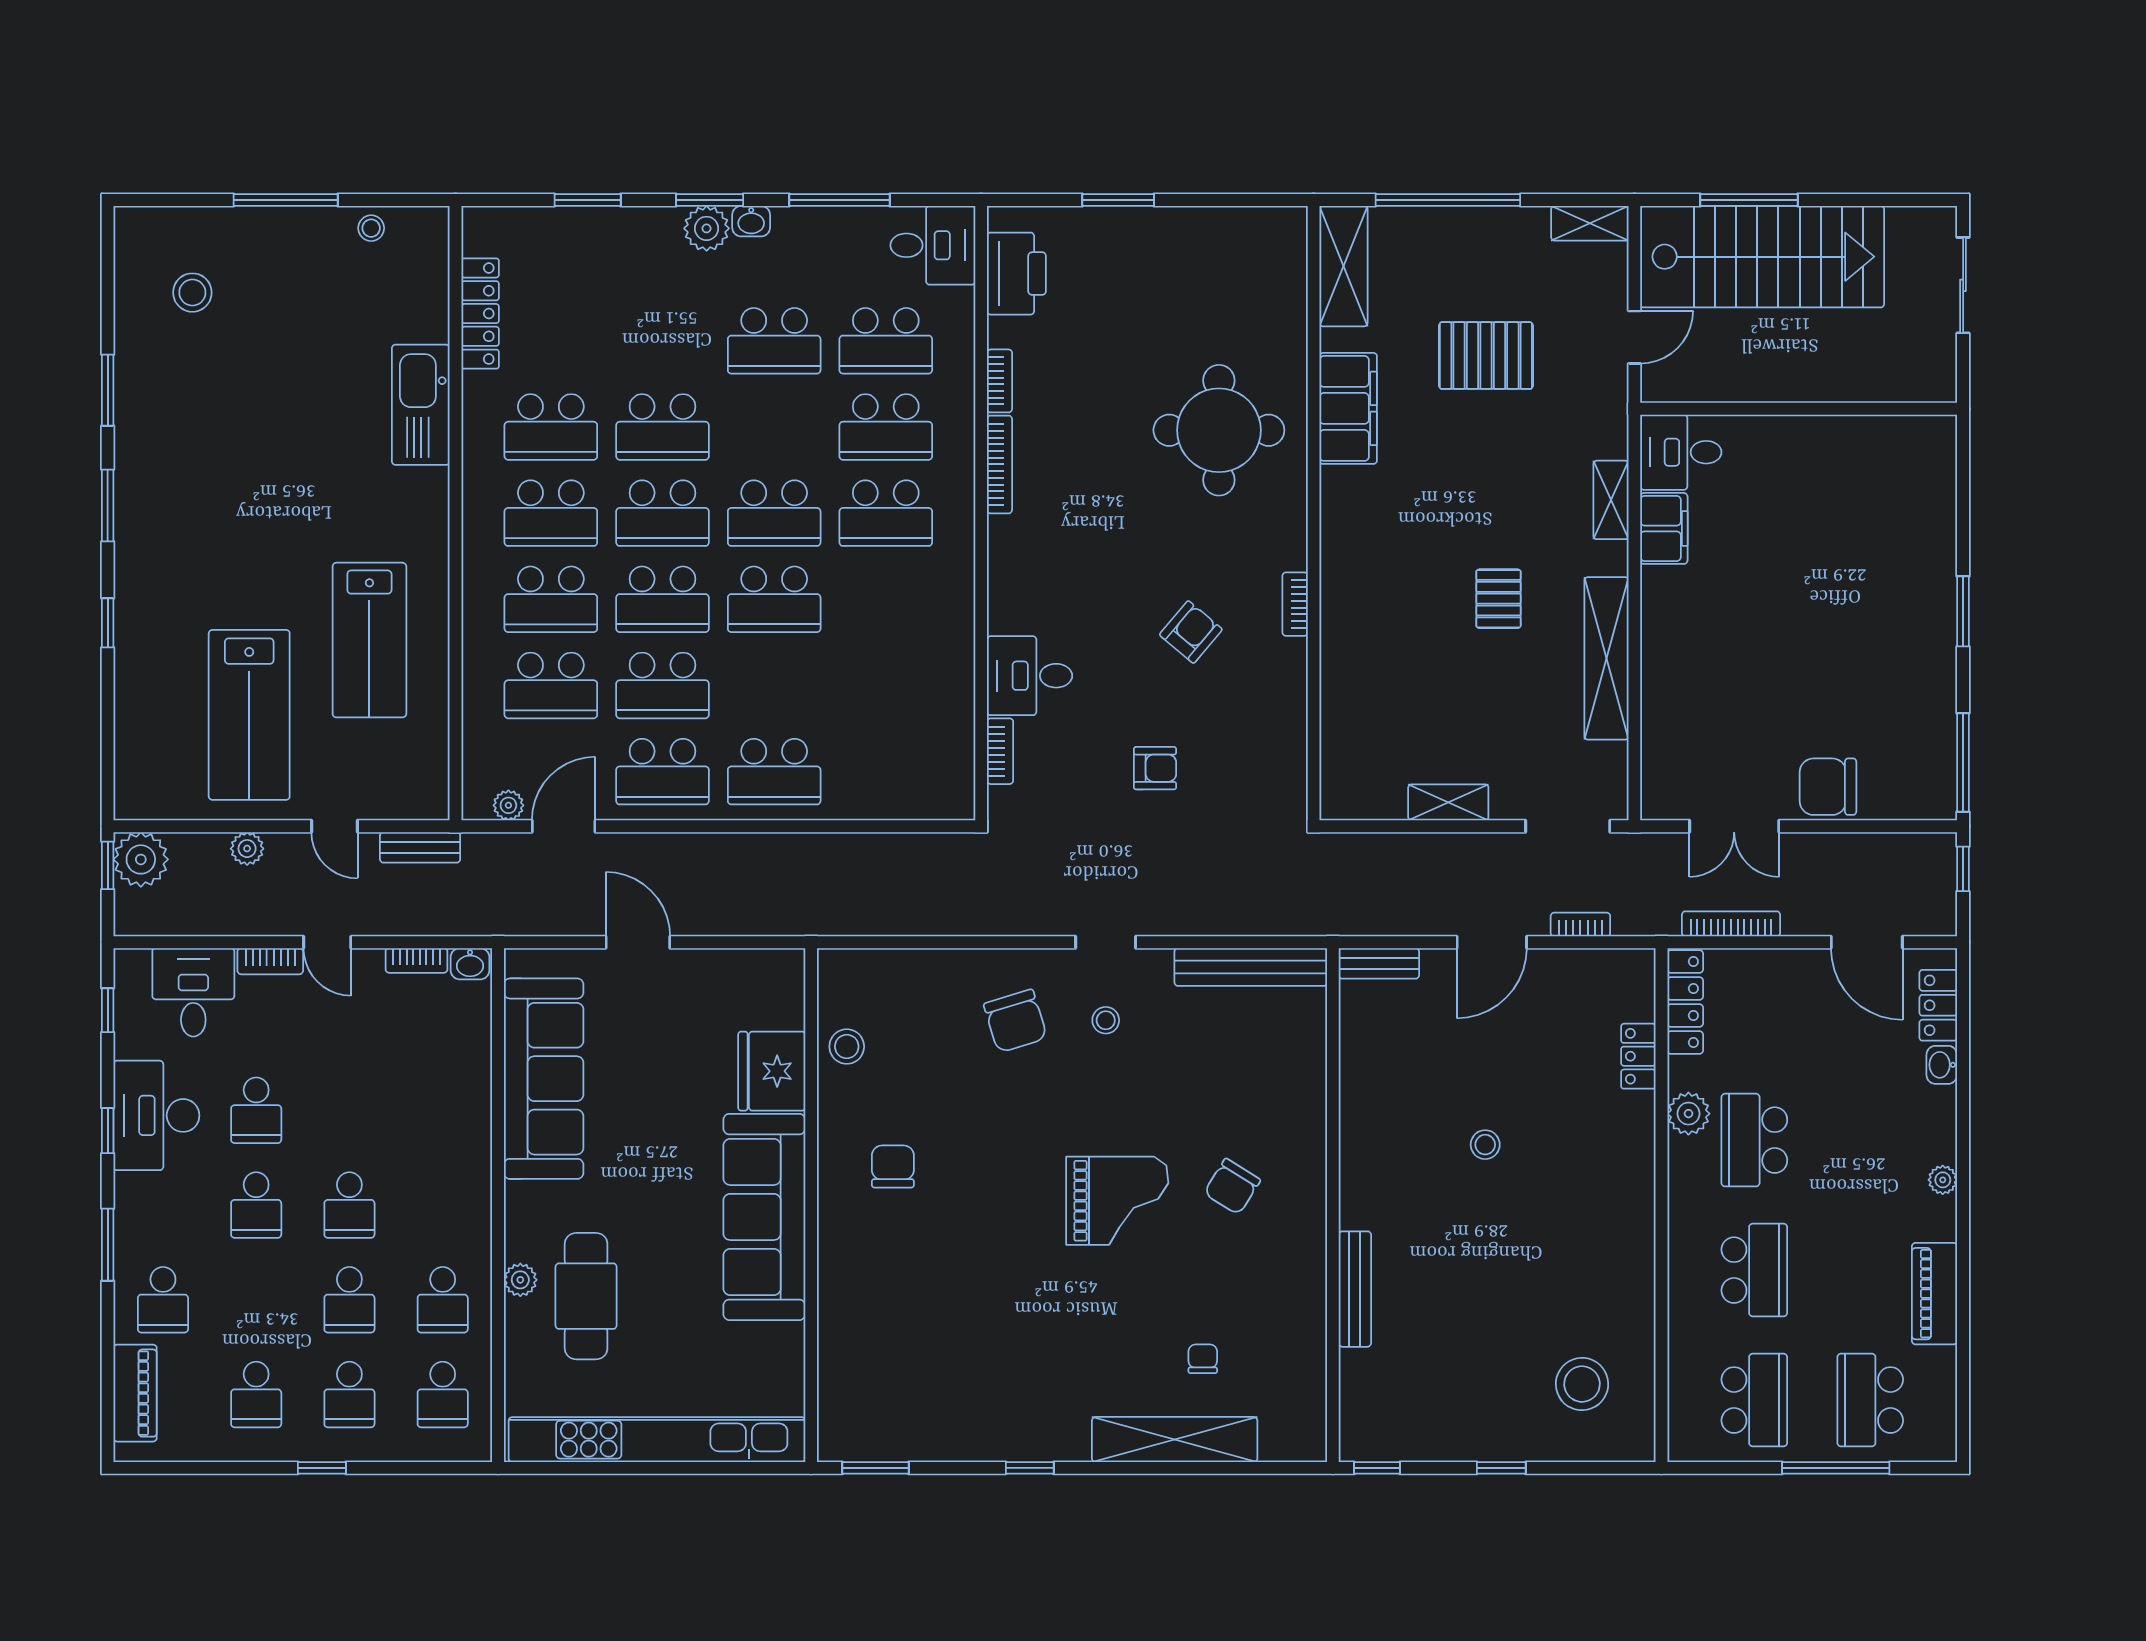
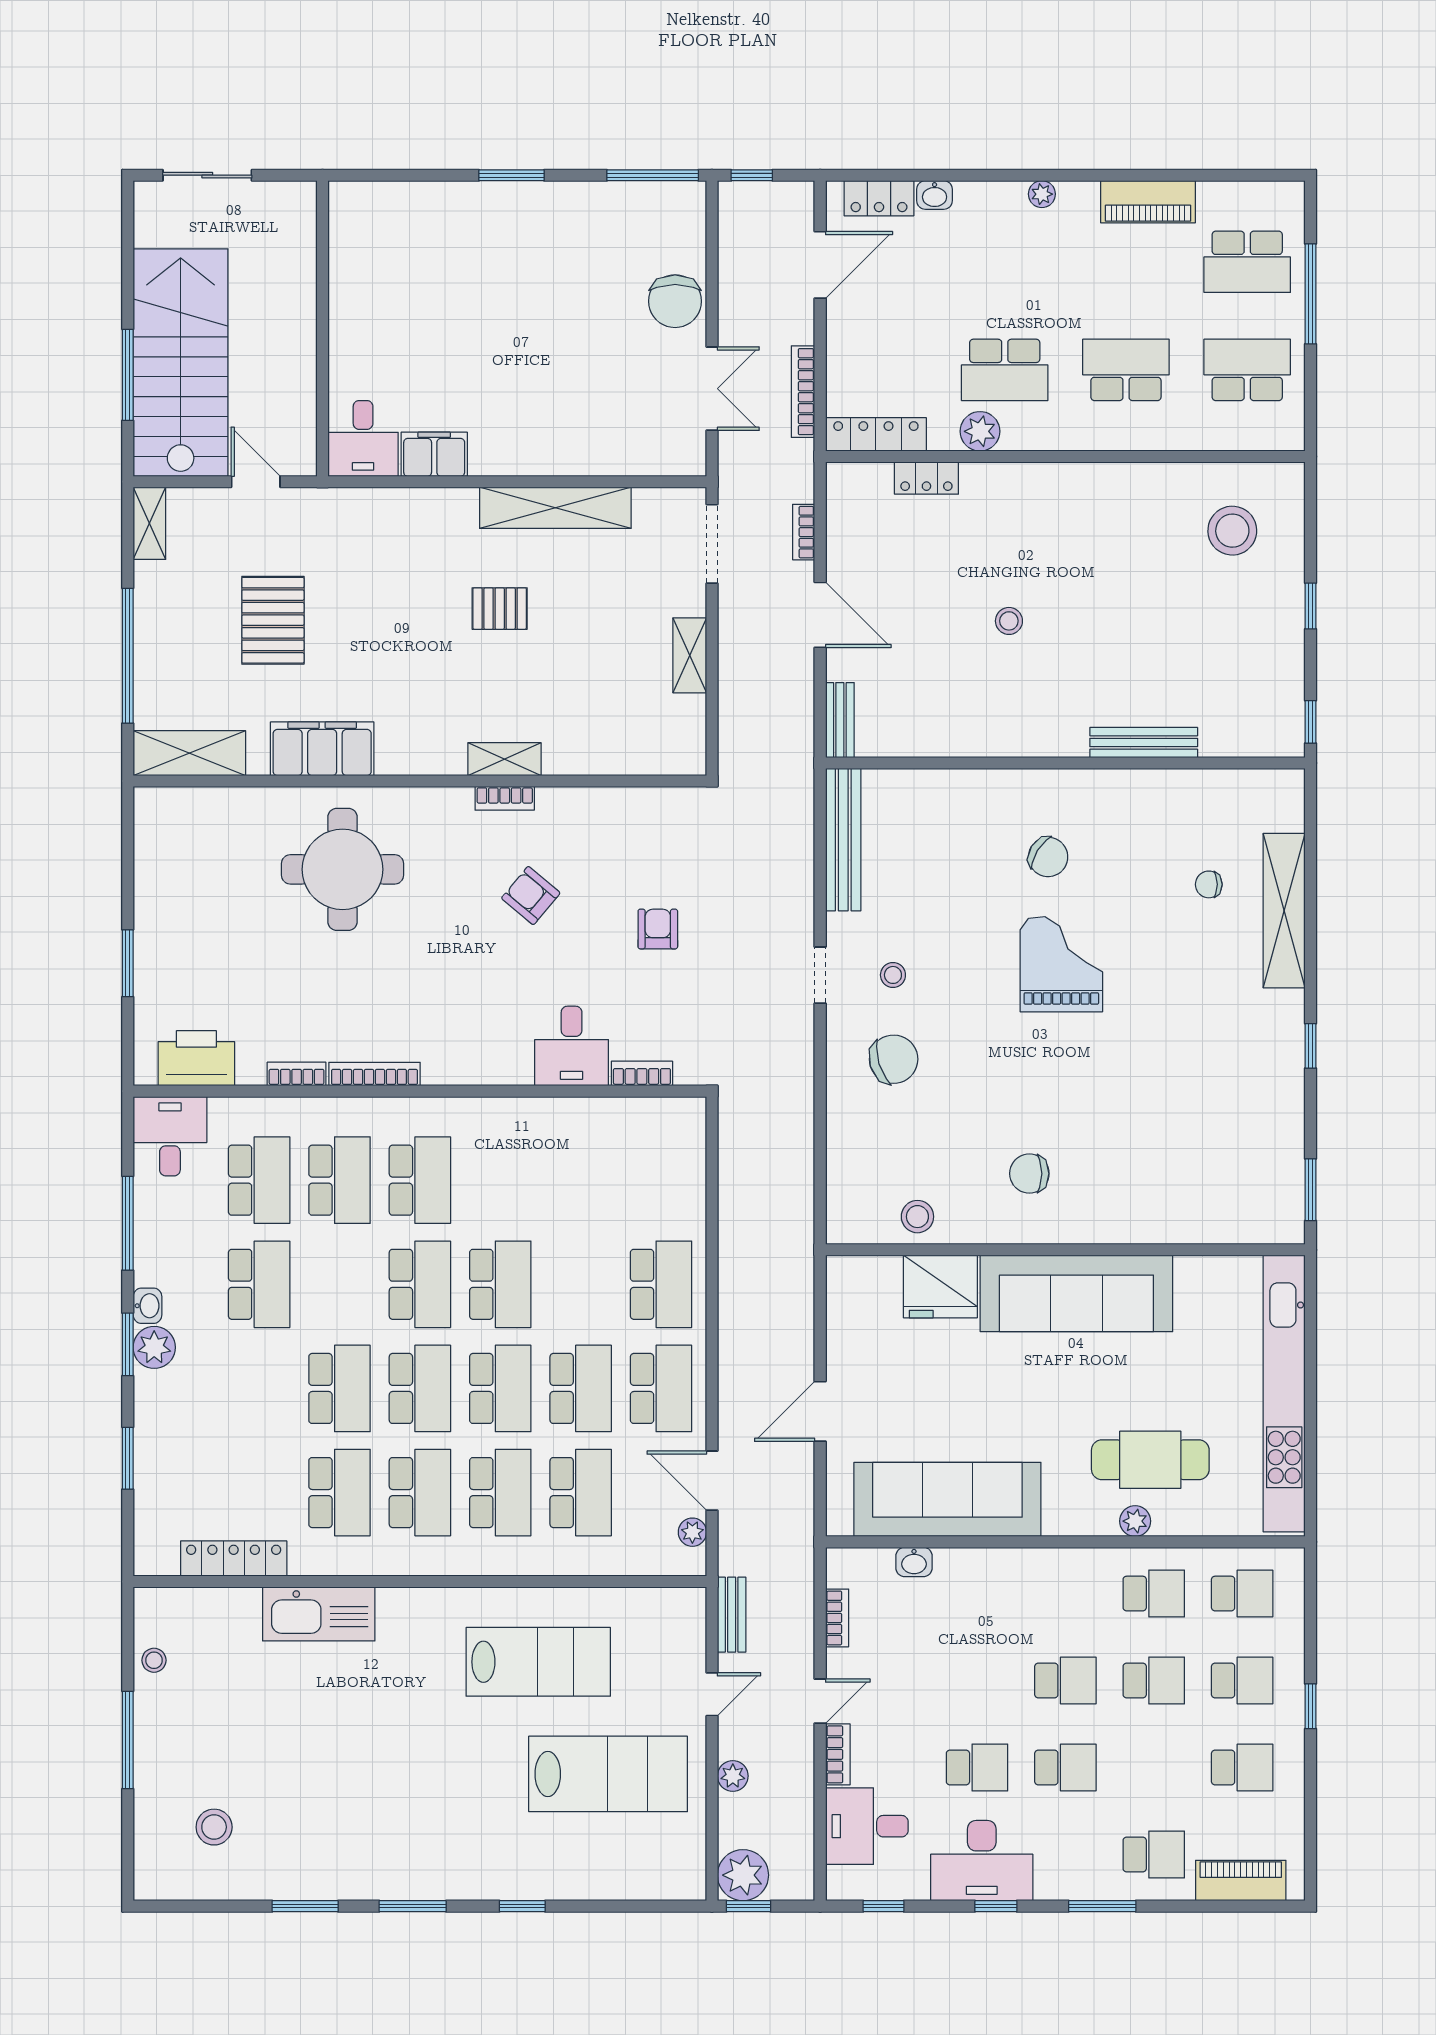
shelving: (1611, 500) -> (504, 759), moved
washbasin: (470, 964) -> (914, 1562), moved, turned 90

